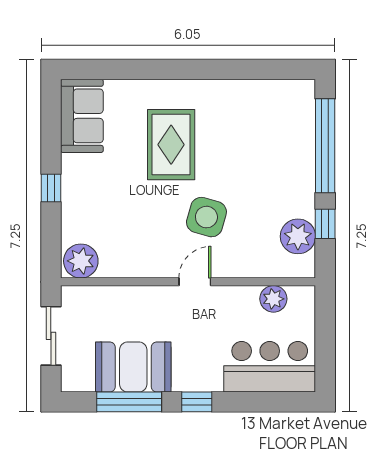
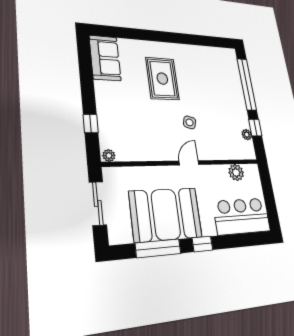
window: (51, 188) -> (91, 124), moved
side table: (206, 217) -> (190, 122), width x0.54, depth x0.54
plant: (298, 236) -> (247, 135), width x0.53, depth x0.53
plant: (81, 261) -> (109, 156), width x0.53, depth x0.53
booth: (133, 367) -> (166, 214), width x1.36, depth x1.42

